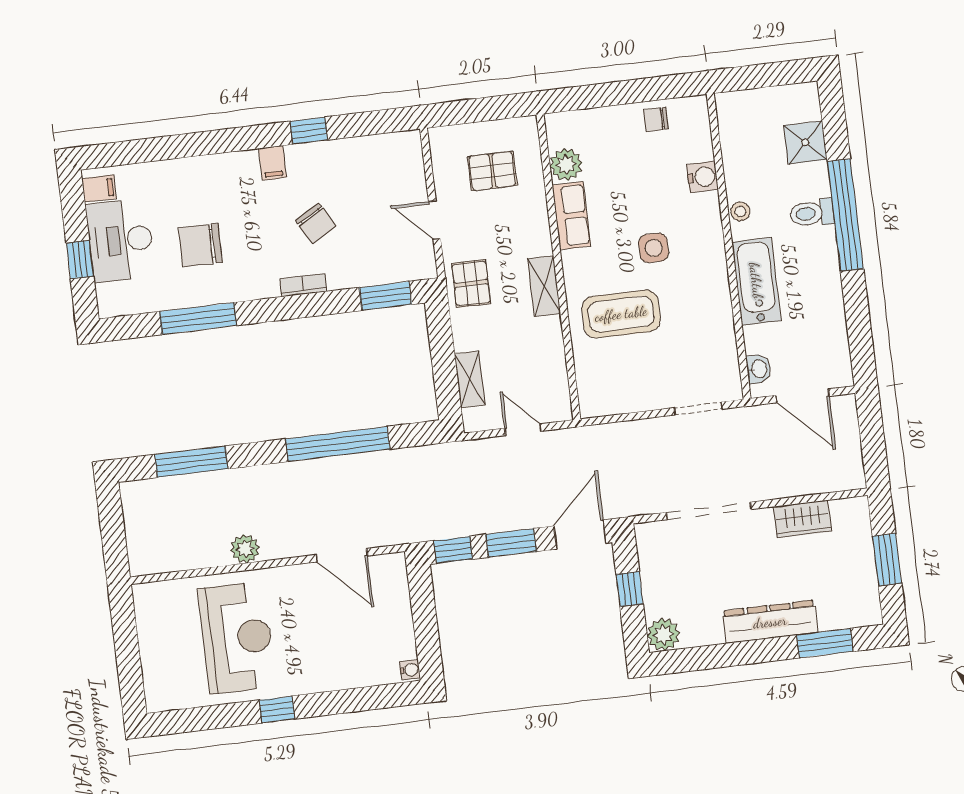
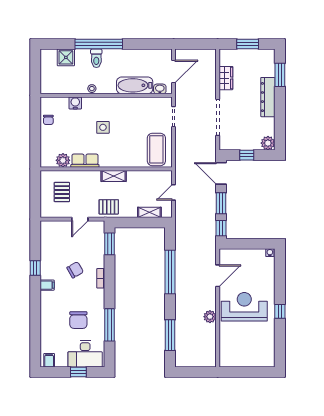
desk: (120, 240) -> (85, 354), moved
bathtub: (756, 281) -> (135, 85), moved
coffee table: (621, 314) -> (156, 149), moved
reception desk: (237, 638) -> (244, 307), moved

